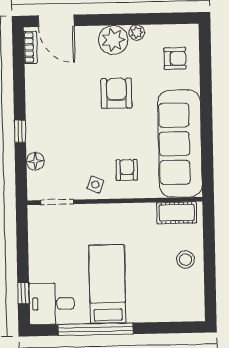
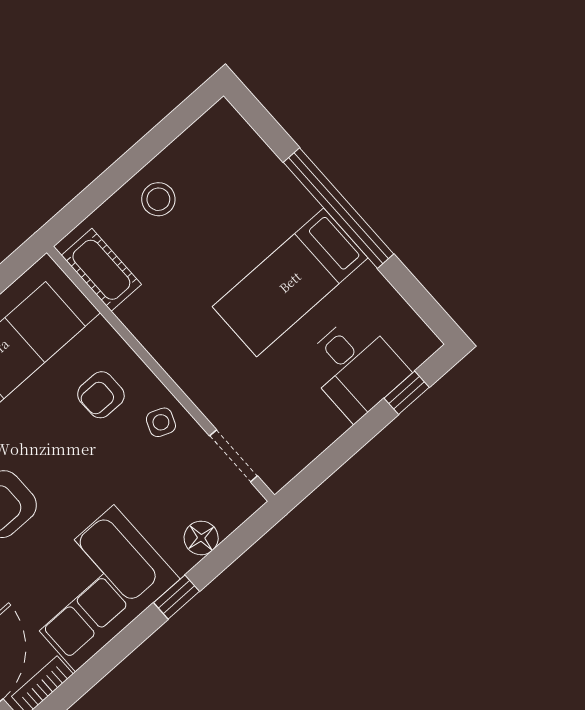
corner sofa: (51, 101) -> (95, 588), added
desk: (52, 304) -> (355, 367), moved
window: (96, 329) -> (339, 208), moved

